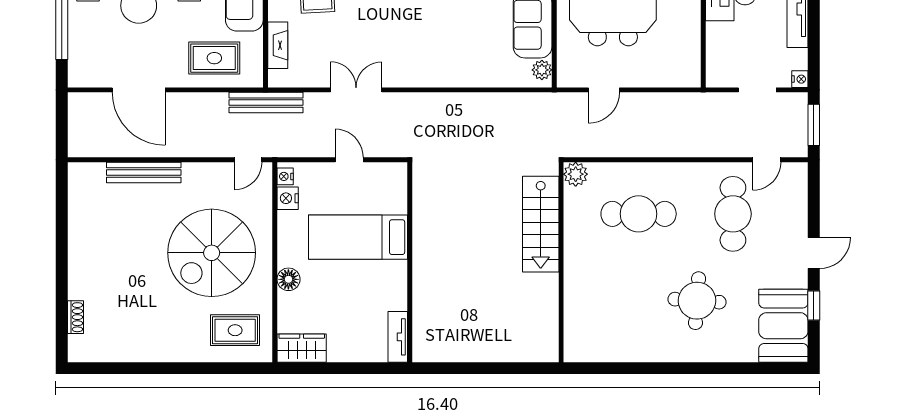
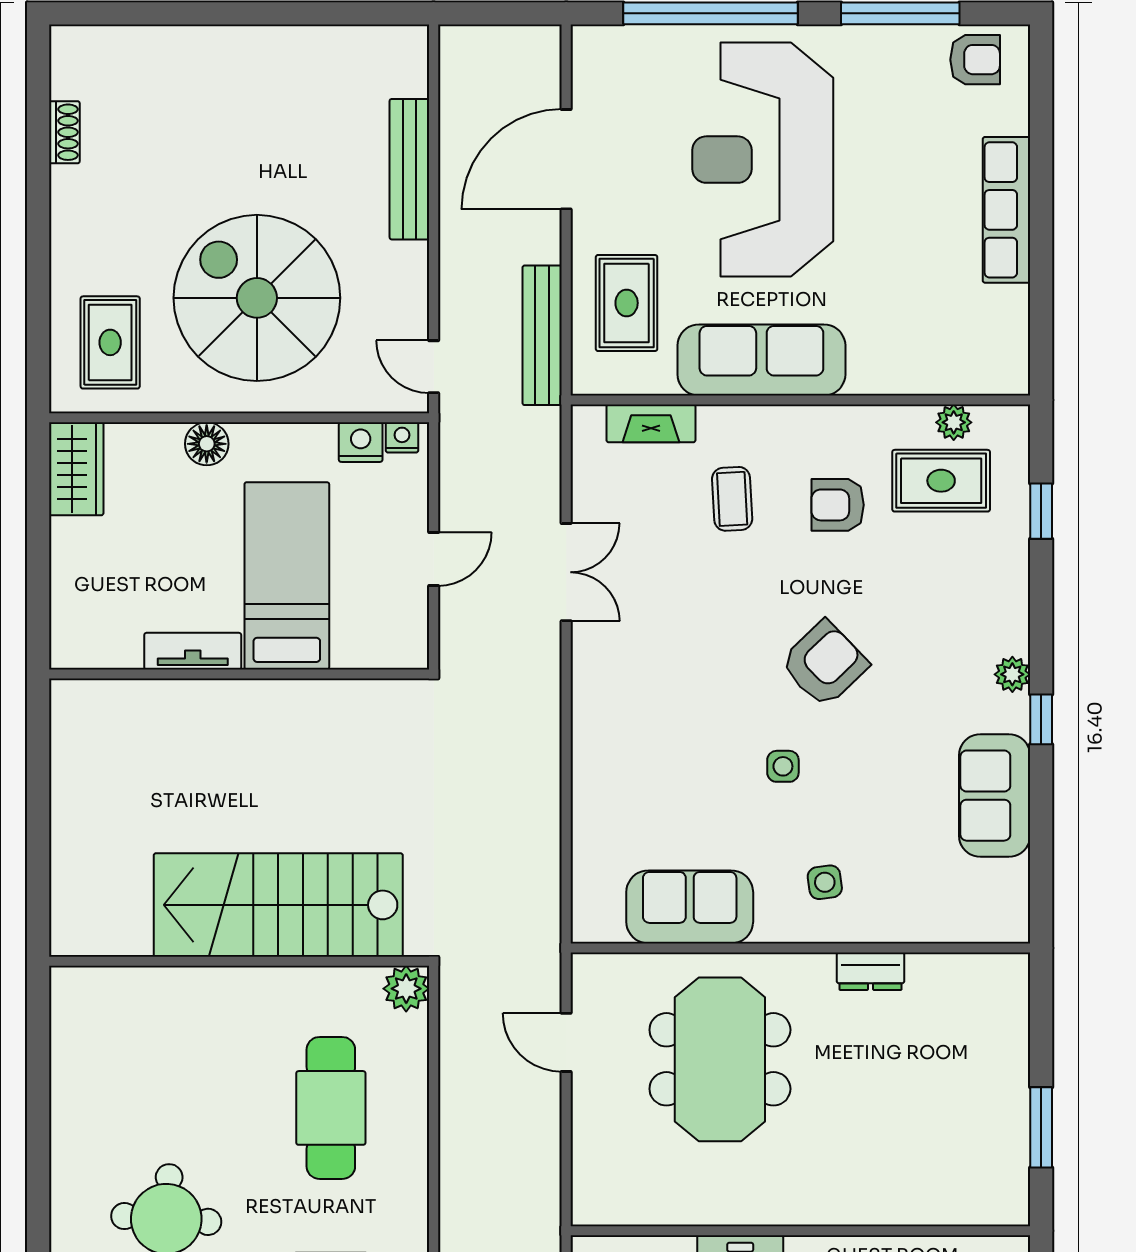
plant: (542, 70) -> (604, 925), removed
bench: (266, 103) -> (542, 335), moved
stairs: (541, 224) -> (278, 905), width x1.36, depth x1.51
shoe rack: (75, 317) -> (64, 132), moved, turned -90
tv unit: (398, 337) -> (193, 651), moved

